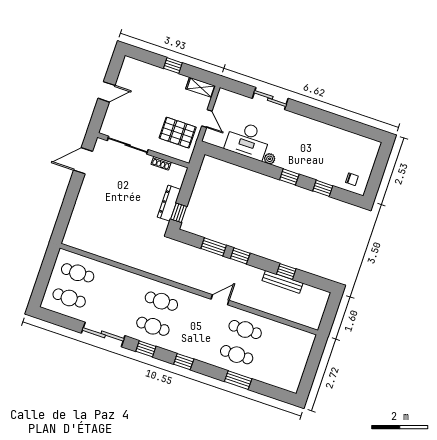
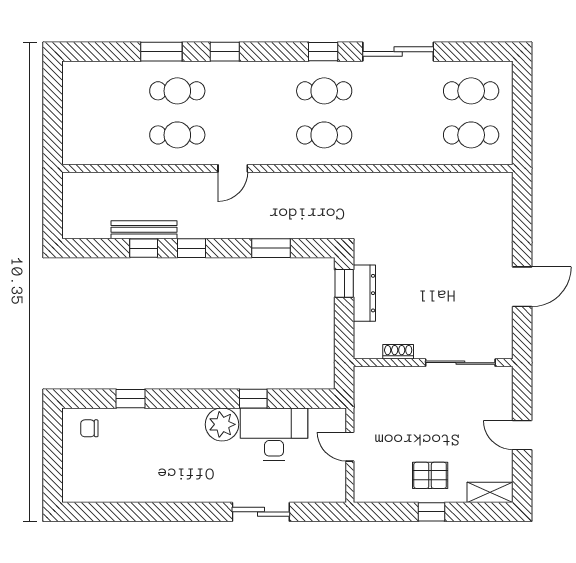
shelving: (201, 87) -> (490, 492), moved
door: (106, 92) -> (522, 435), hinge flipped
pallet: (178, 133) -> (430, 475), moved, width x0.67, depth x0.71
plant: (270, 159) -> (222, 424), width x1.88, depth x1.88
door: (83, 161) -> (522, 287), moved
window: (289, 177) -> (253, 399), moved
window: (240, 256) -> (191, 248), moved
window: (184, 362) -> (225, 52), moved

